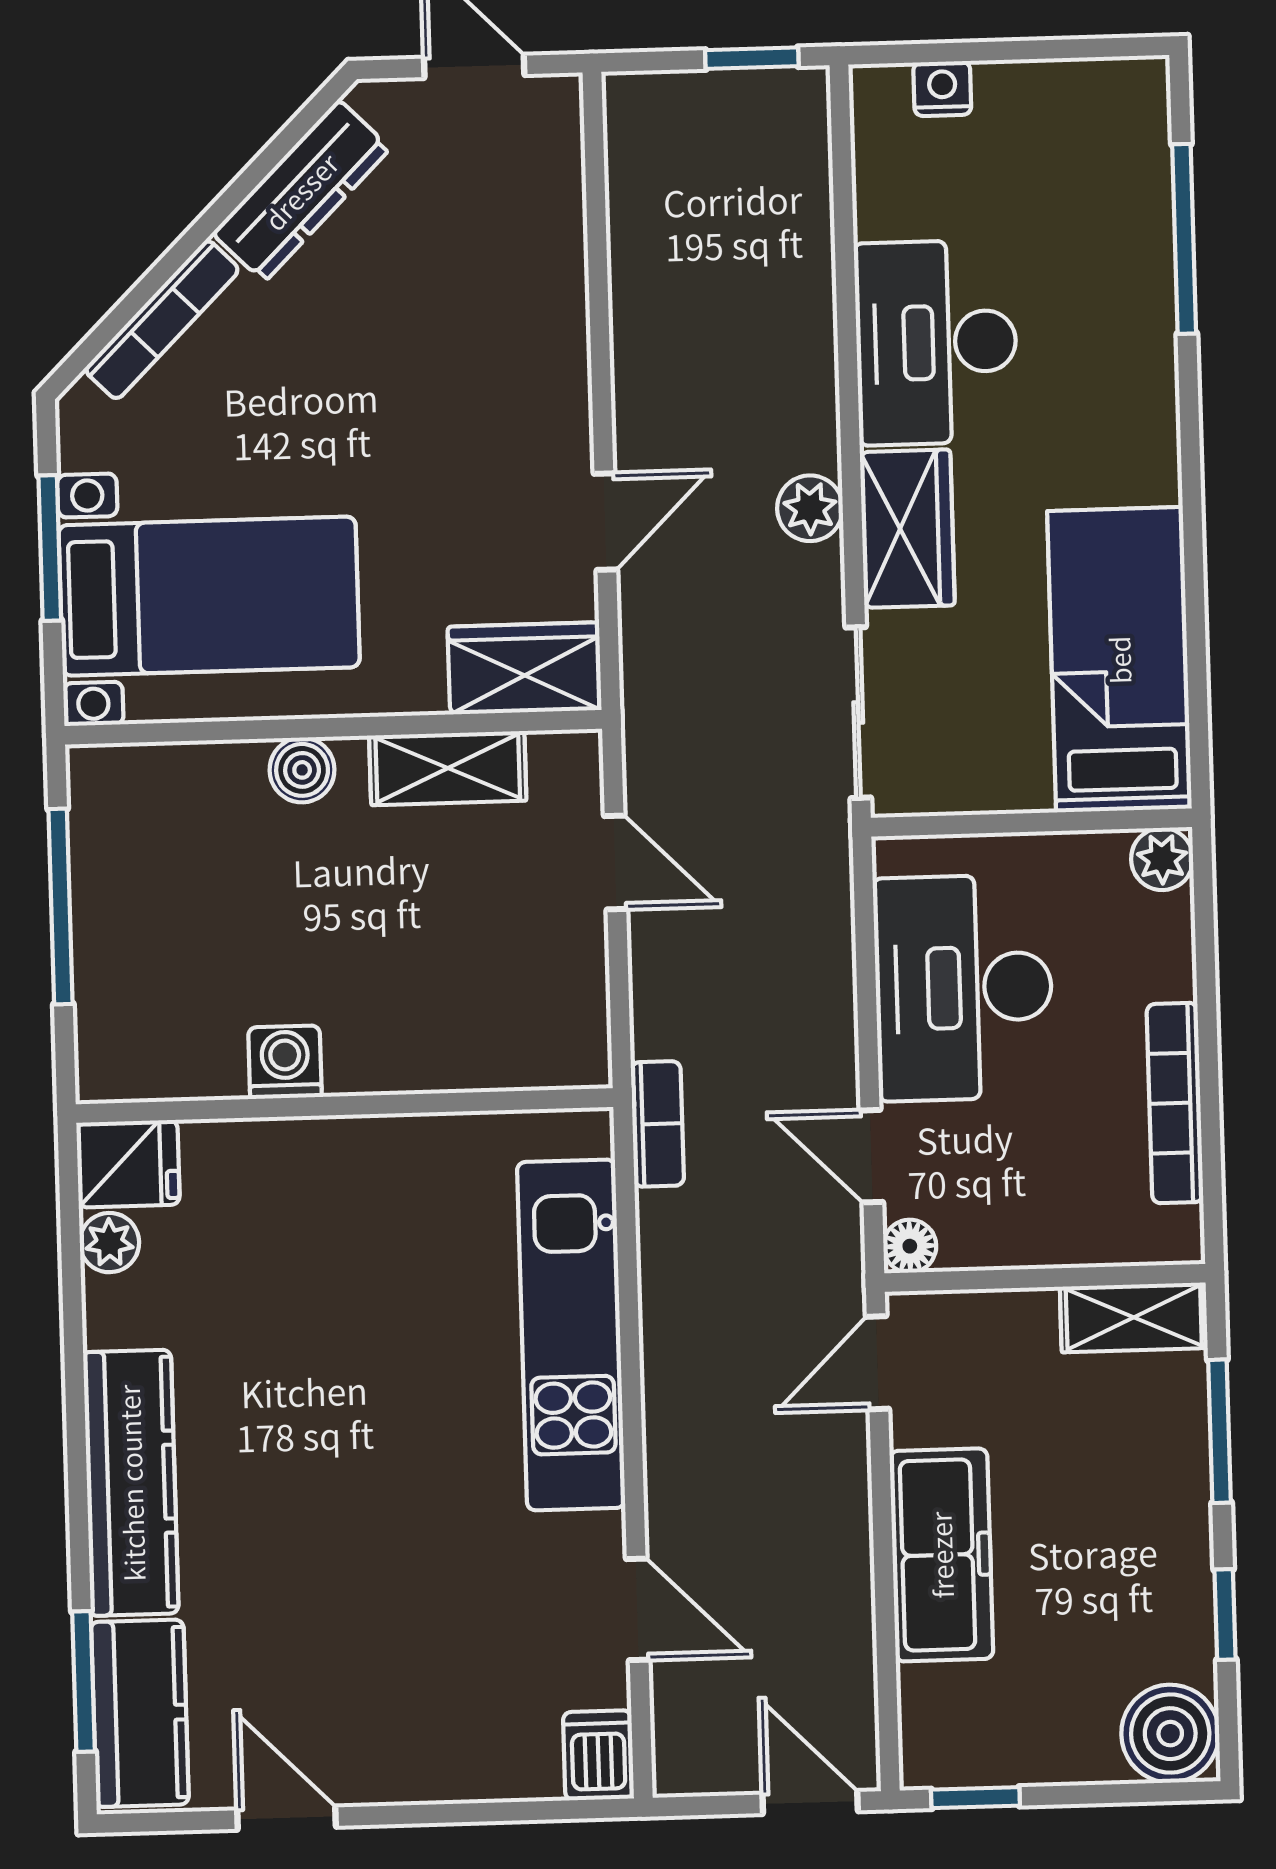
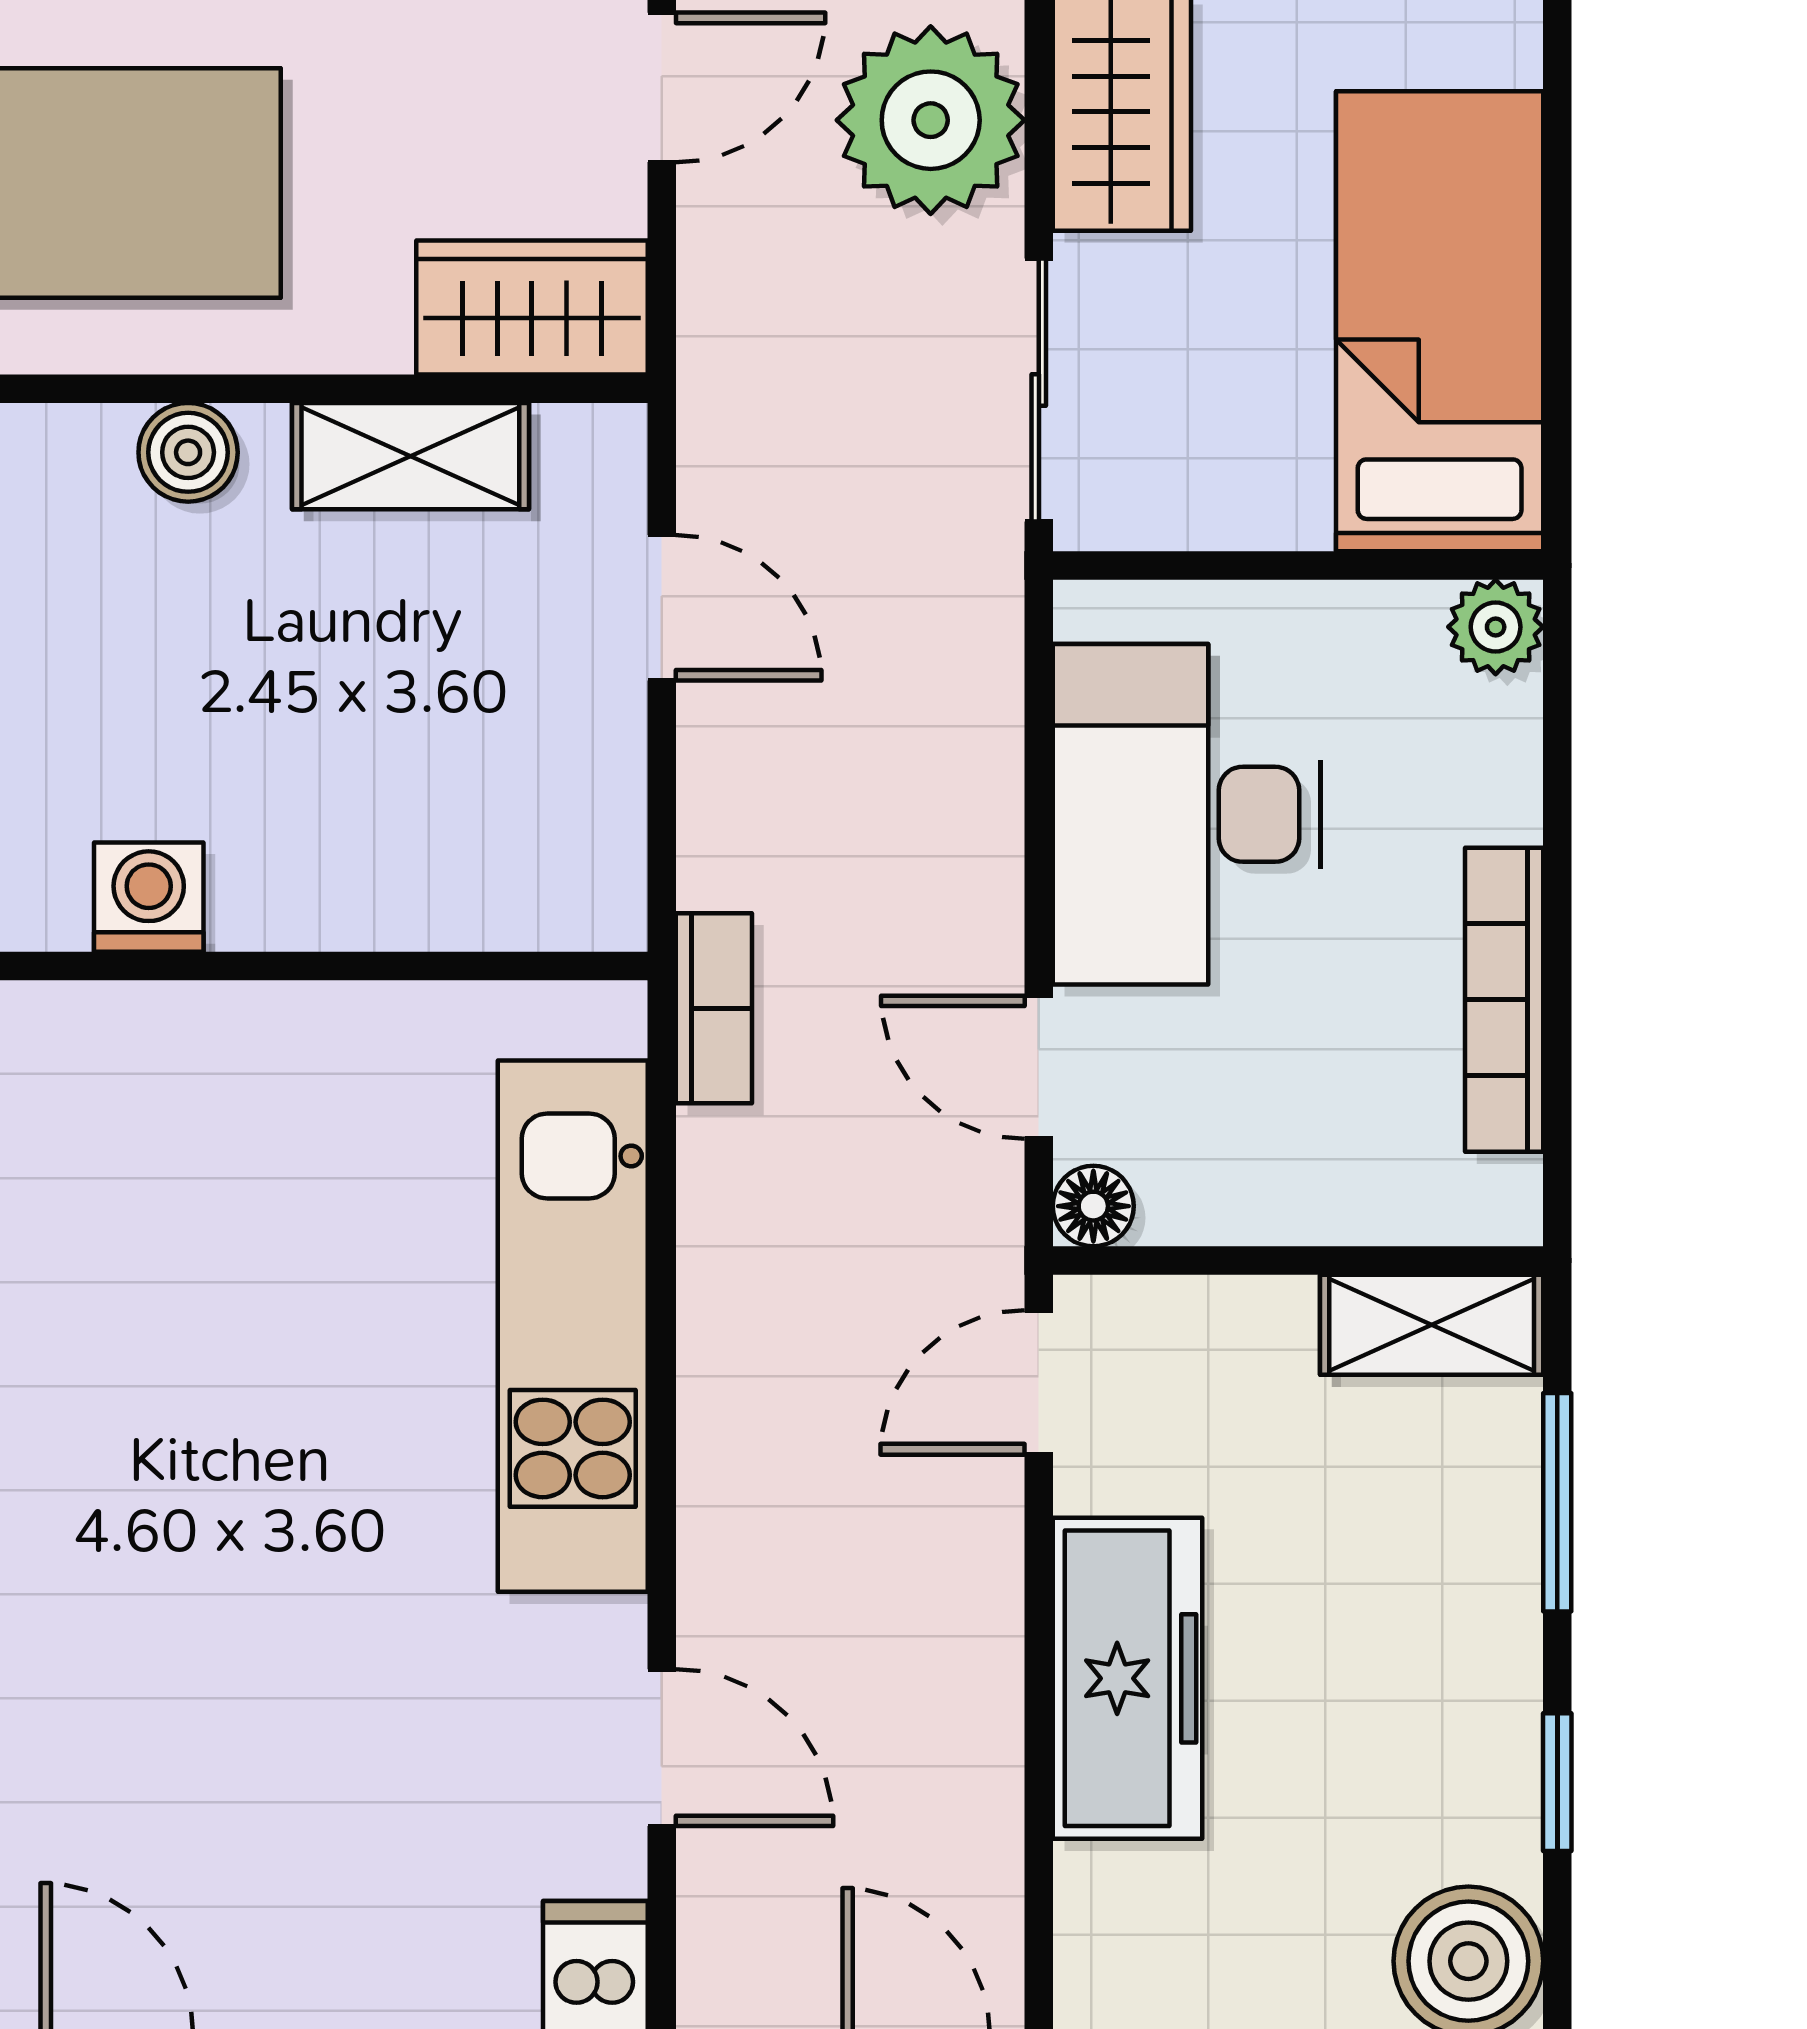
plant: (810, 508) -> (931, 120), width x1.87, depth x1.87

